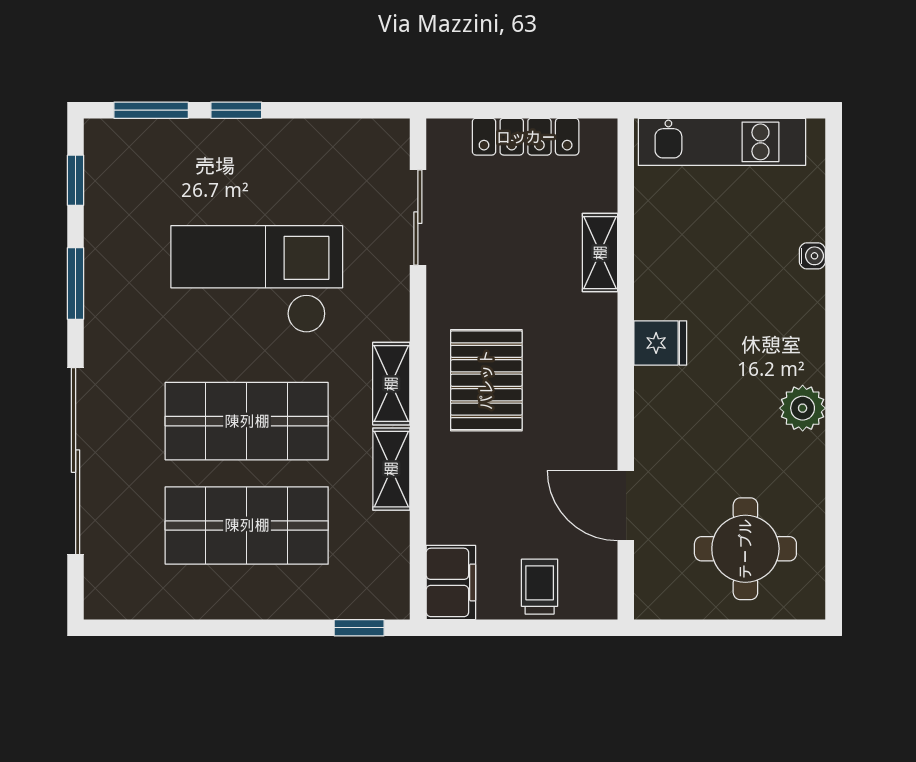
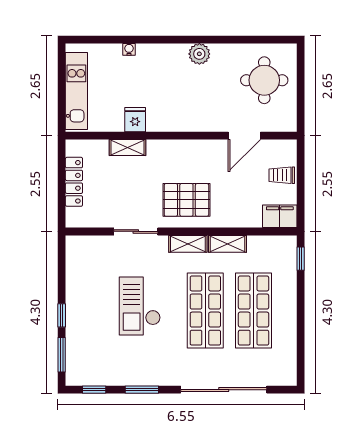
sliding door: (418, 218) -> (136, 231), moved
checkout: (257, 279) -> (140, 306), width x0.73, depth x0.83
fridge: (660, 343) -> (135, 120), moved

